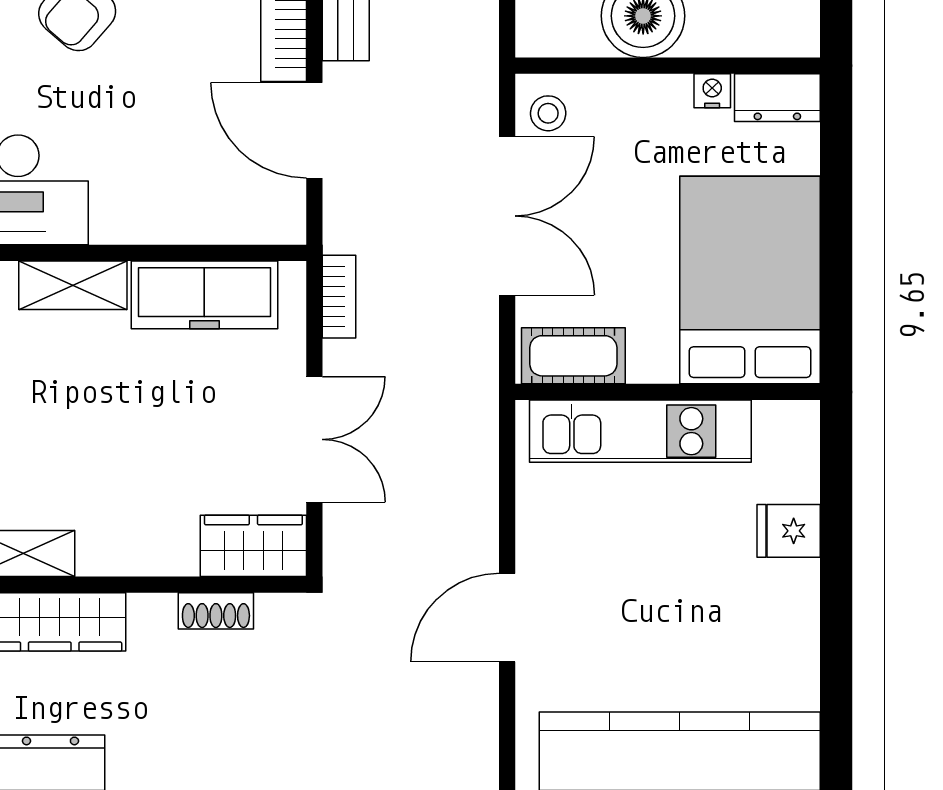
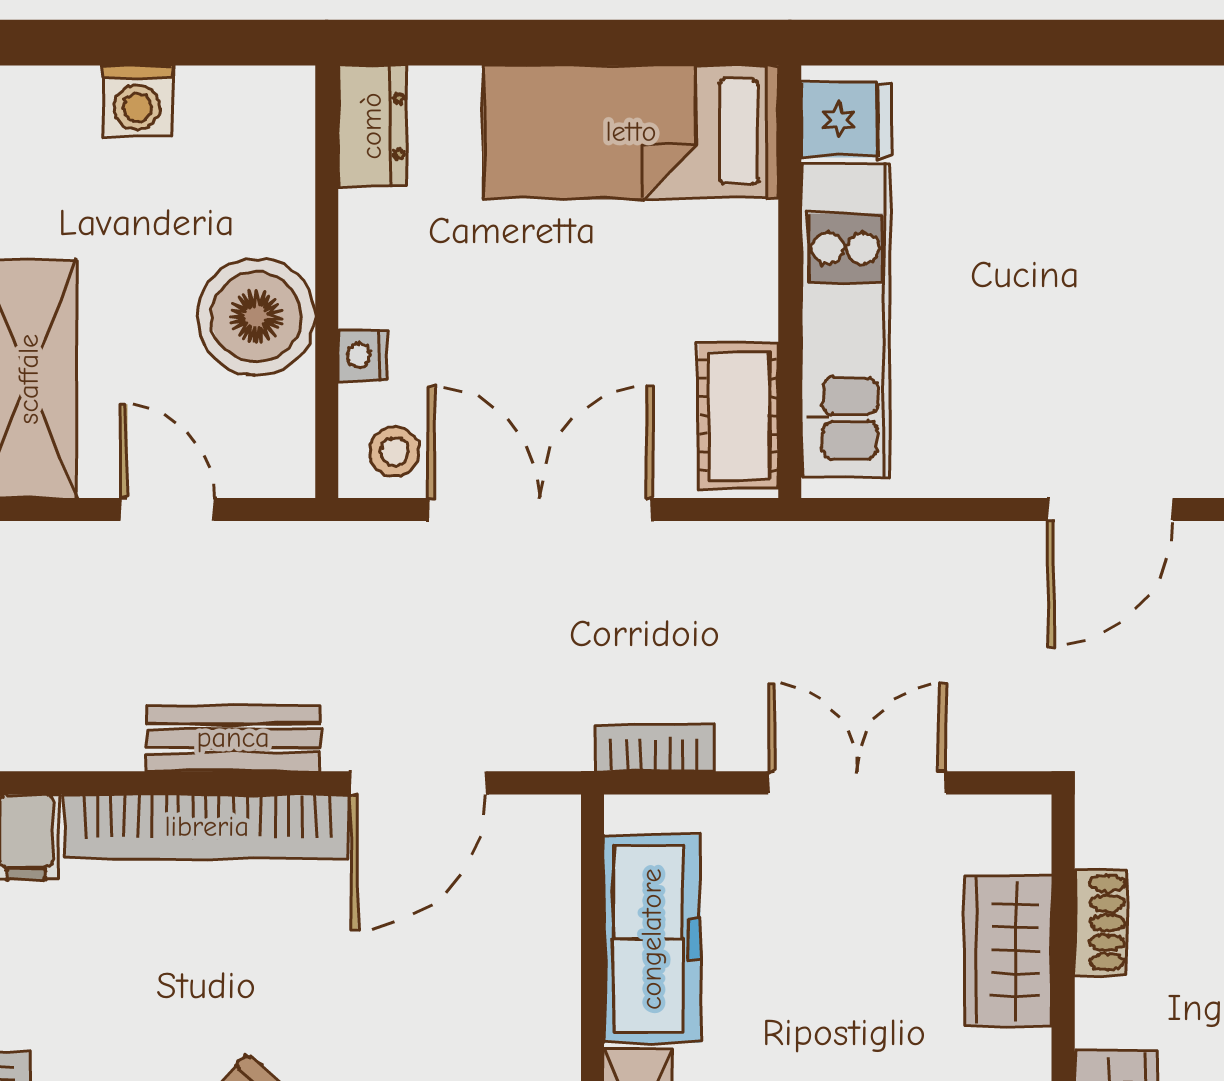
nightstand: (712, 91) -> (362, 355), moved
bed: (750, 280) -> (631, 132), width x0.67
fridge: (789, 531) -> (846, 120), moved, turned -90
wardrobe: (253, 546) -> (1008, 950), moved
door: (507, 618) -> (1110, 510), hinge flipped

